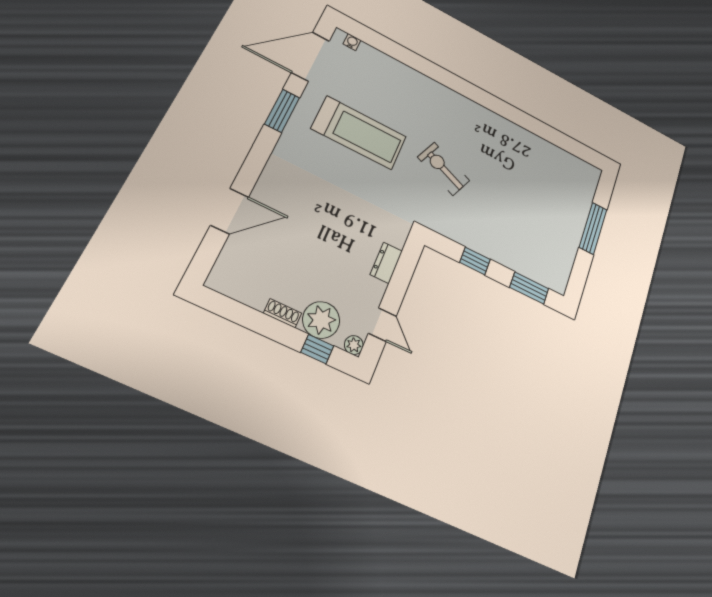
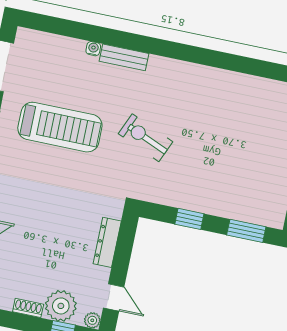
water cooler: (352, 42) -> (93, 49), moved
bench: (435, 89) -> (124, 57), added
dresser: (386, 263) -> (107, 242), width x1.44

